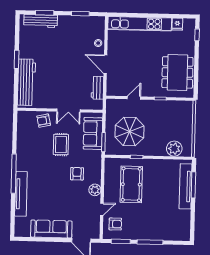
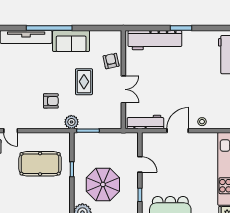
workbench: (97, 88) -> (145, 122), width x1.38
double door: (69, 110) -> (123, 89), swing flipped
parasol: (129, 132) -> (103, 184), moved
sofa: (93, 134) -> (71, 41), moved, turned 180
rug: (61, 145) -> (84, 82), turned 90
plant: (95, 190) -> (71, 122), moved

